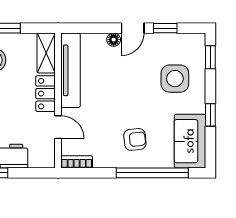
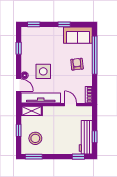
door: (133, 28) -> (19, 85), moved
side table: (175, 79) -> (43, 71), moved
locker: (46, 94) -> (53, 111), removed
door: (58, 127) -> (71, 105), hinge flipped

